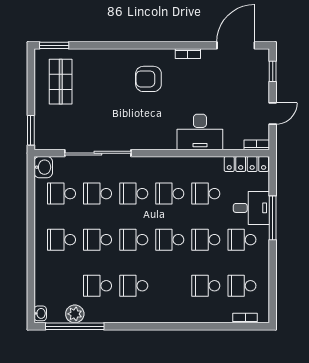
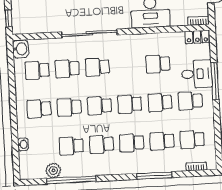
window: (31, 130) -> (9, 18), width x0.67
sliding door: (98, 153) -> (89, 33), moved
locker: (246, 164) -> (197, 37), width x0.66
school desk: (170, 194) -> (132, 143), moved
washbasin: (40, 313) -> (23, 144), moved
window: (75, 326) -> (71, 180), moved
window: (195, 326) -> (154, 176), added

